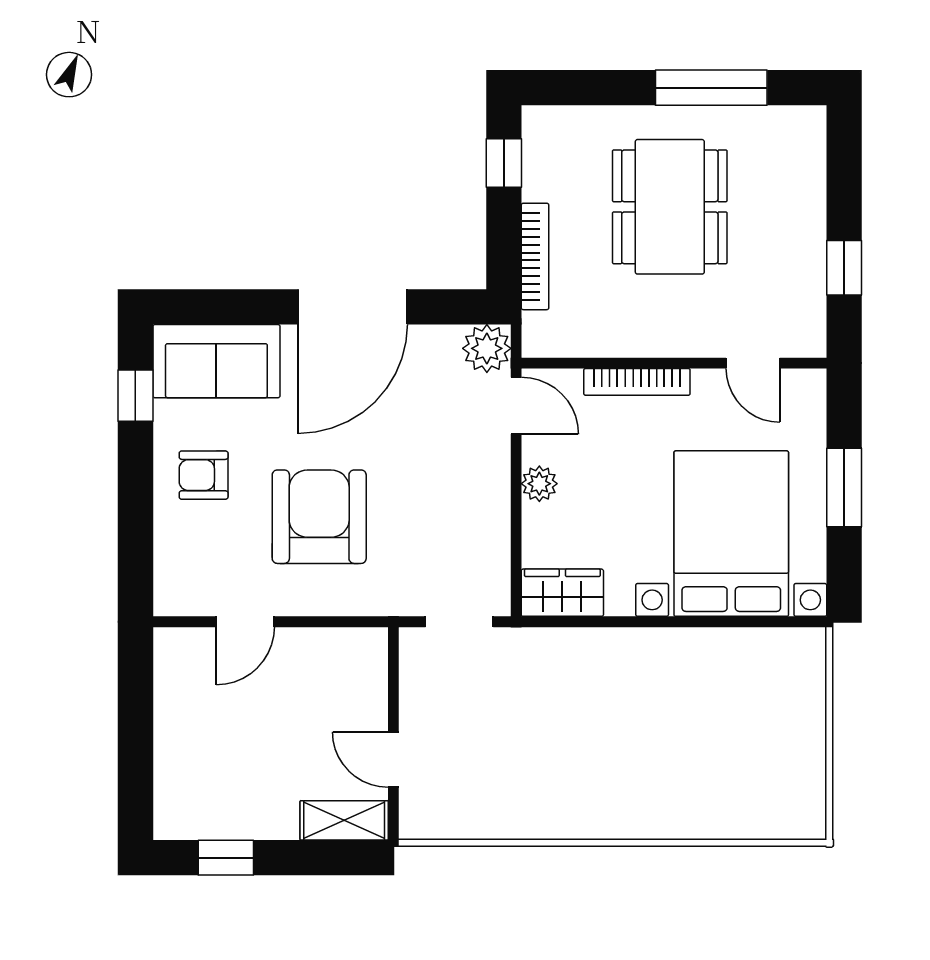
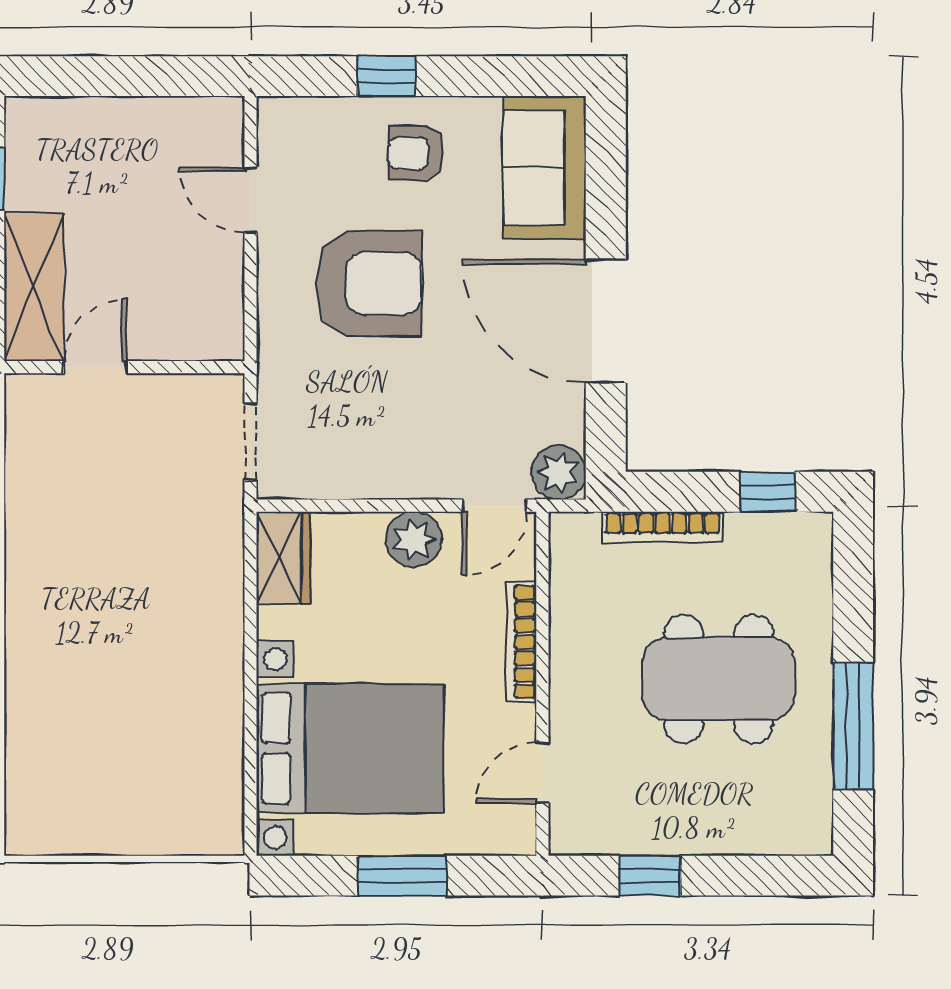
window: (135, 396) -> (386, 76), moved
armchair: (204, 475) -> (416, 153), turned -90
plant: (539, 484) -> (414, 539), width x1.38, depth x1.38
shelving: (344, 820) -> (34, 287), width x1.50, depth x1.33

